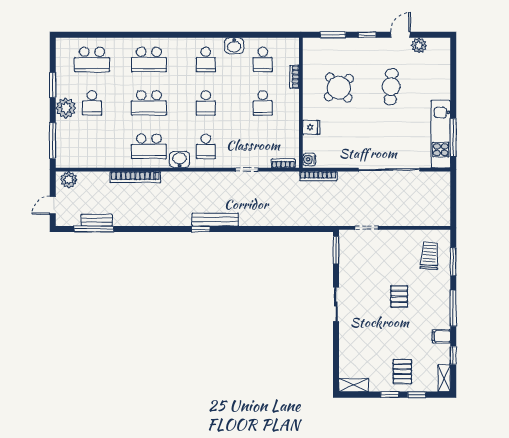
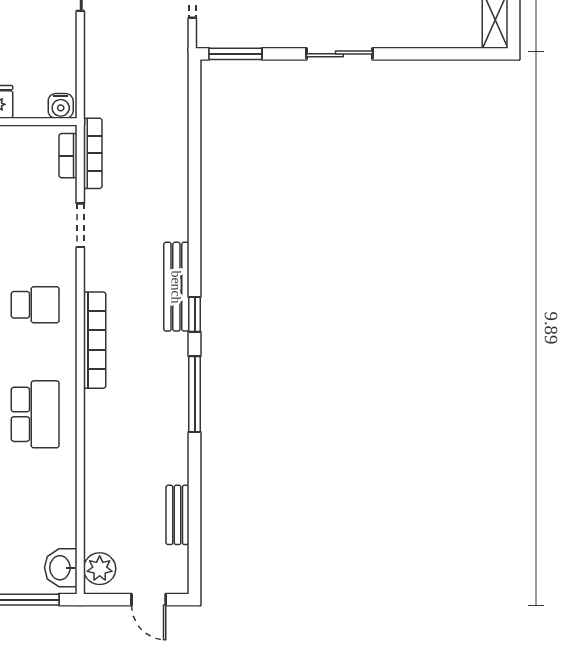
washbasin: (180, 160) -> (61, 568), moved
bookcase: (318, 176) -> (93, 153), moved
bookcase: (135, 177) -> (95, 340), moved
window: (94, 229) -> (195, 394), moved

